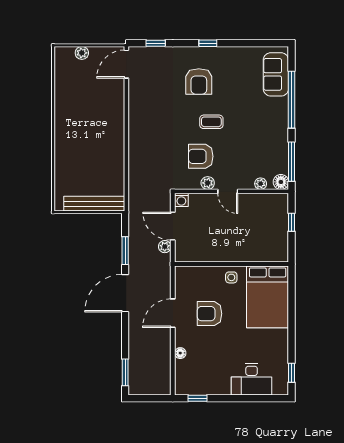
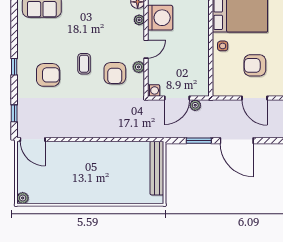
plant: (82, 53) -> (23, 198), moved
washing machine: (263, 207) -> (160, 18), added
armchair: (210, 314) -> (255, 65), turned 90

